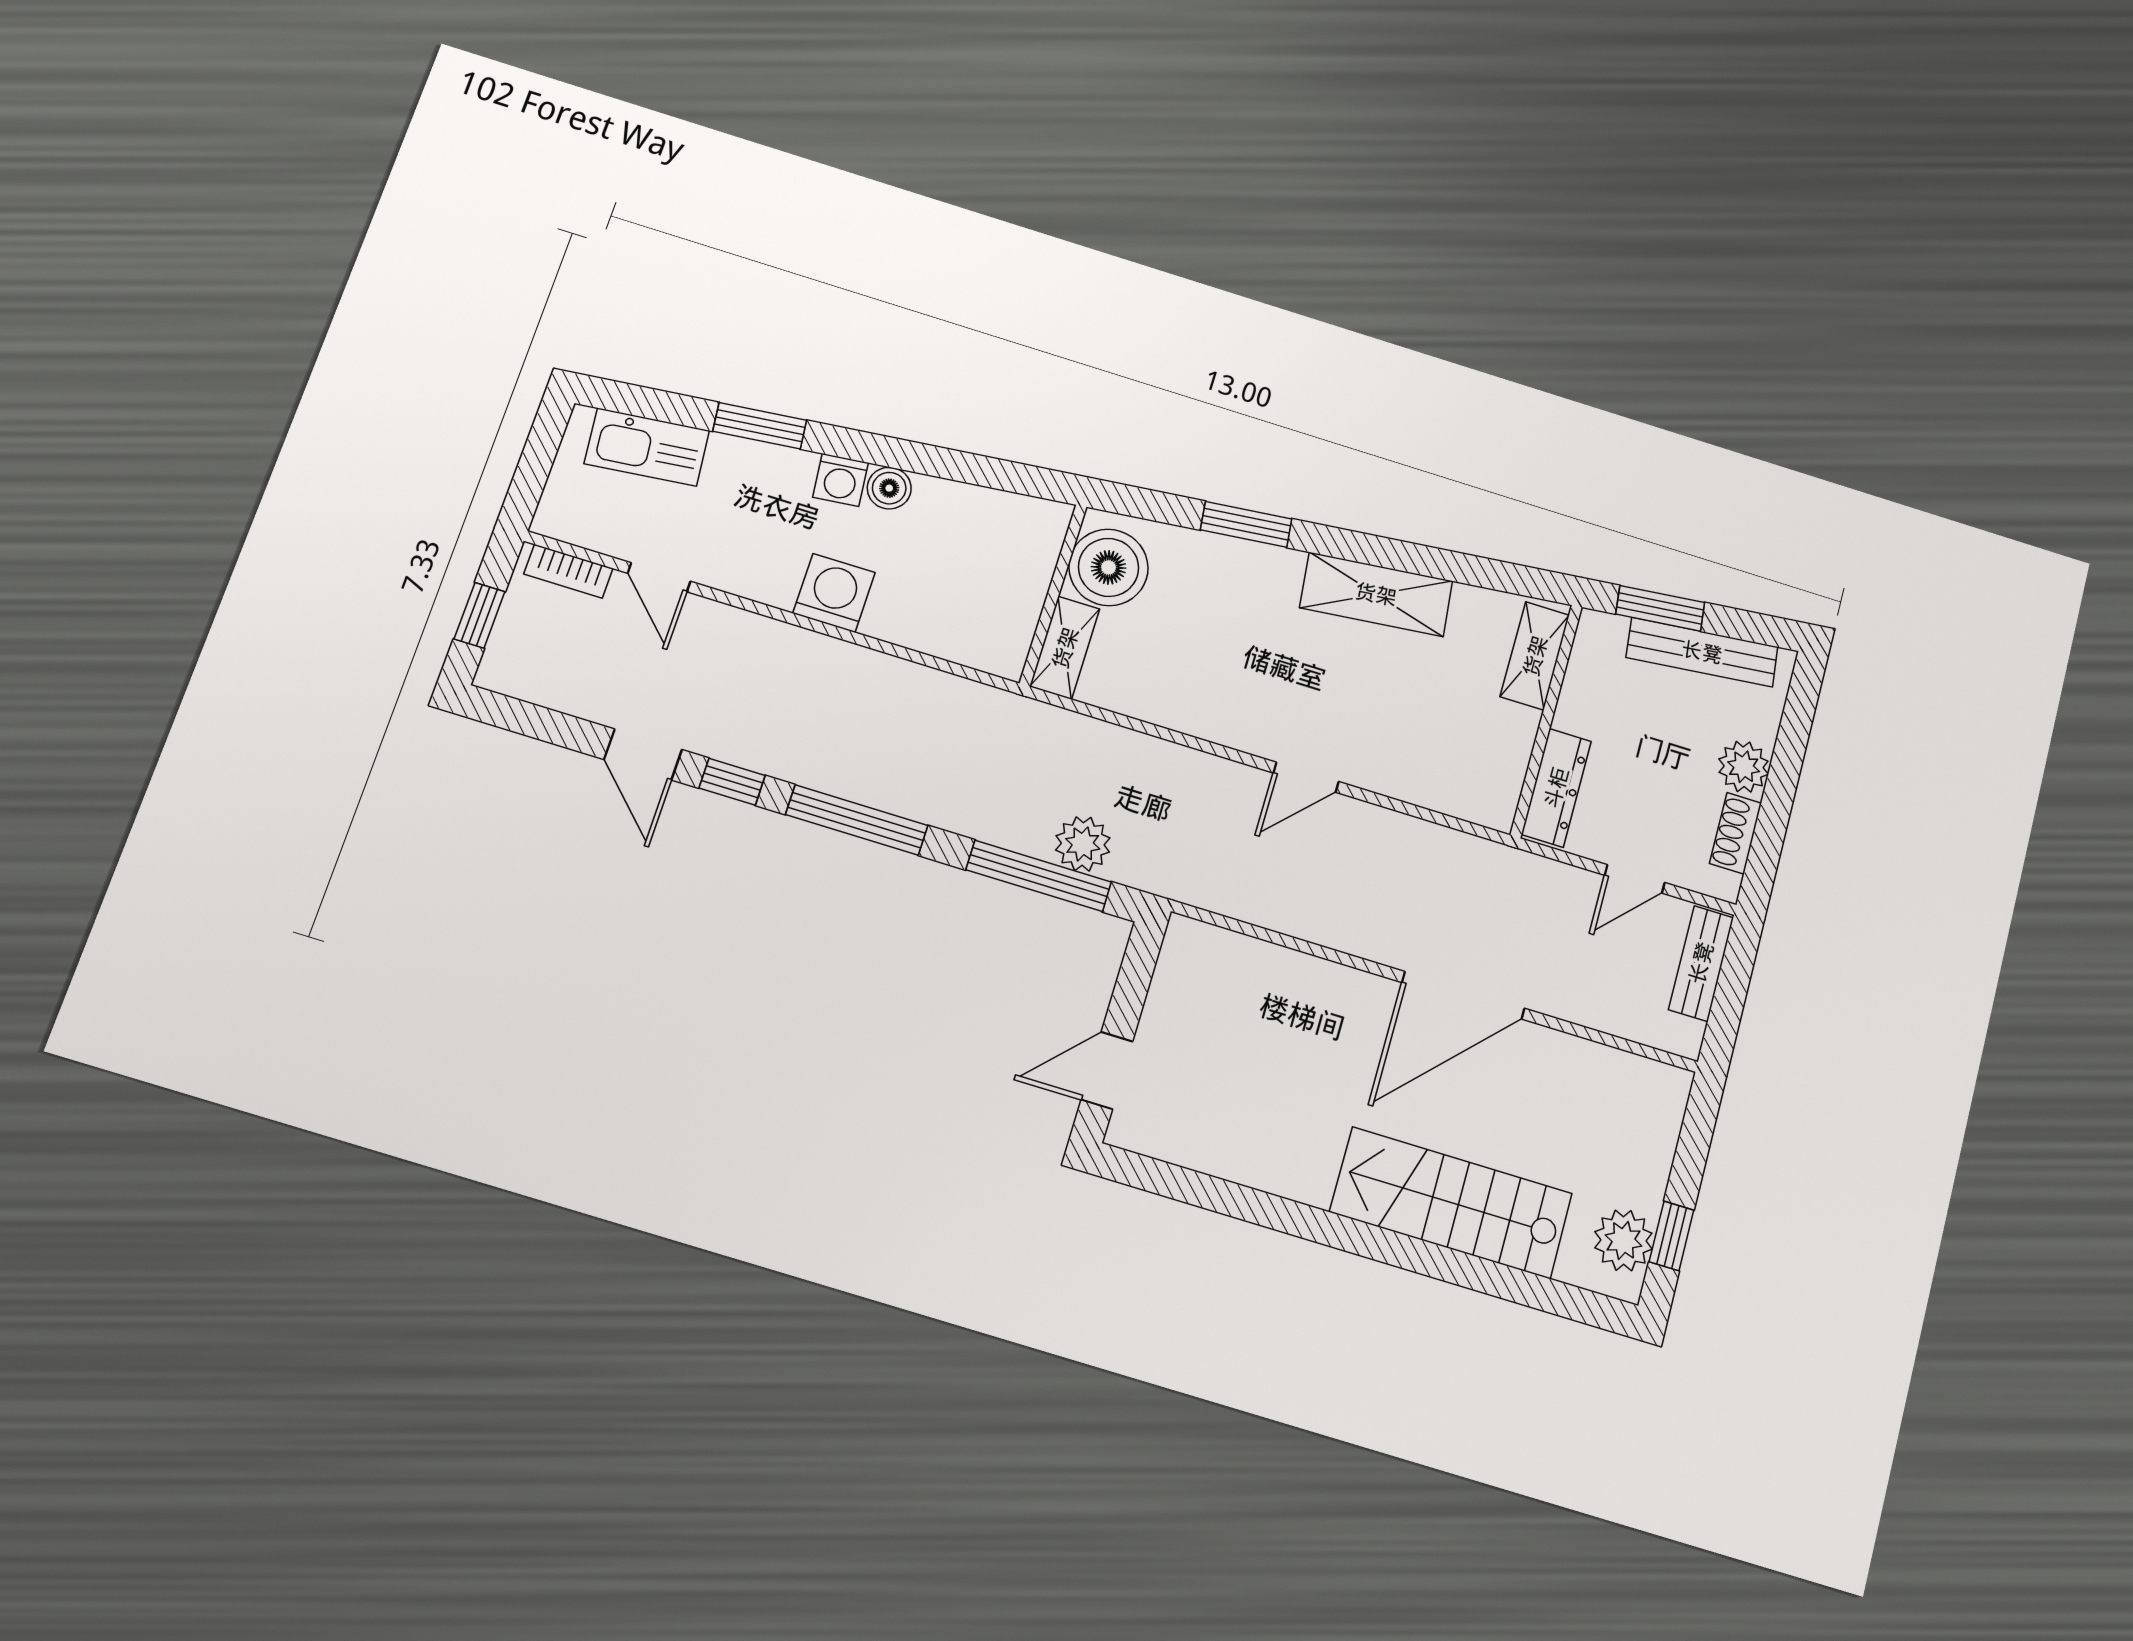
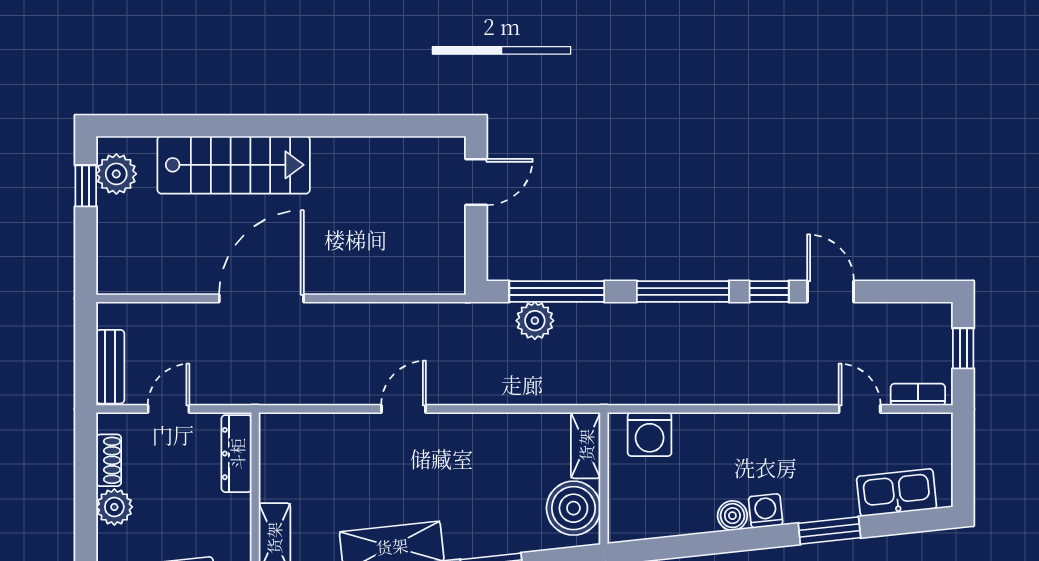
washing machine: (834, 593) -> (650, 434), moved

